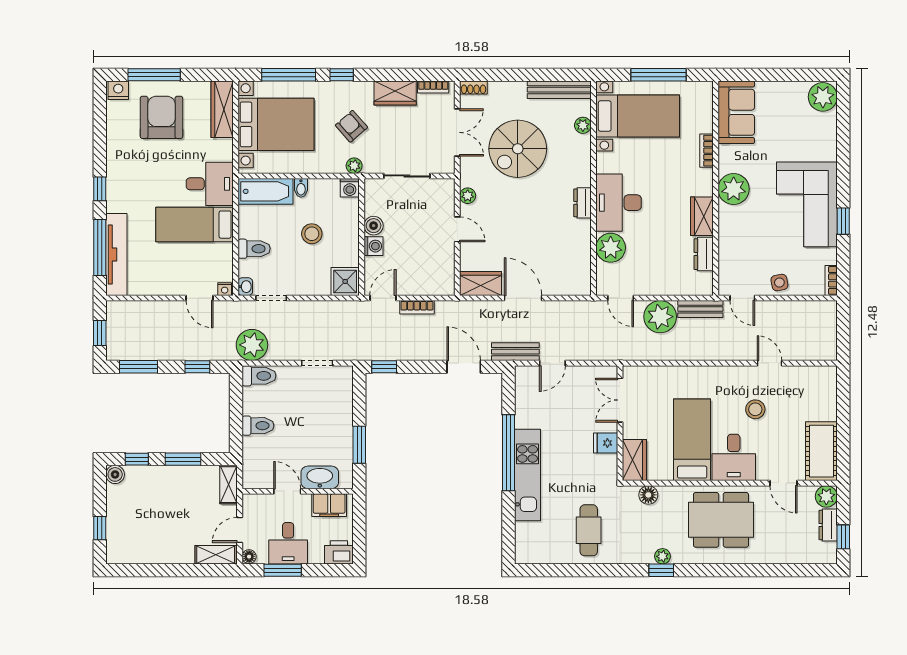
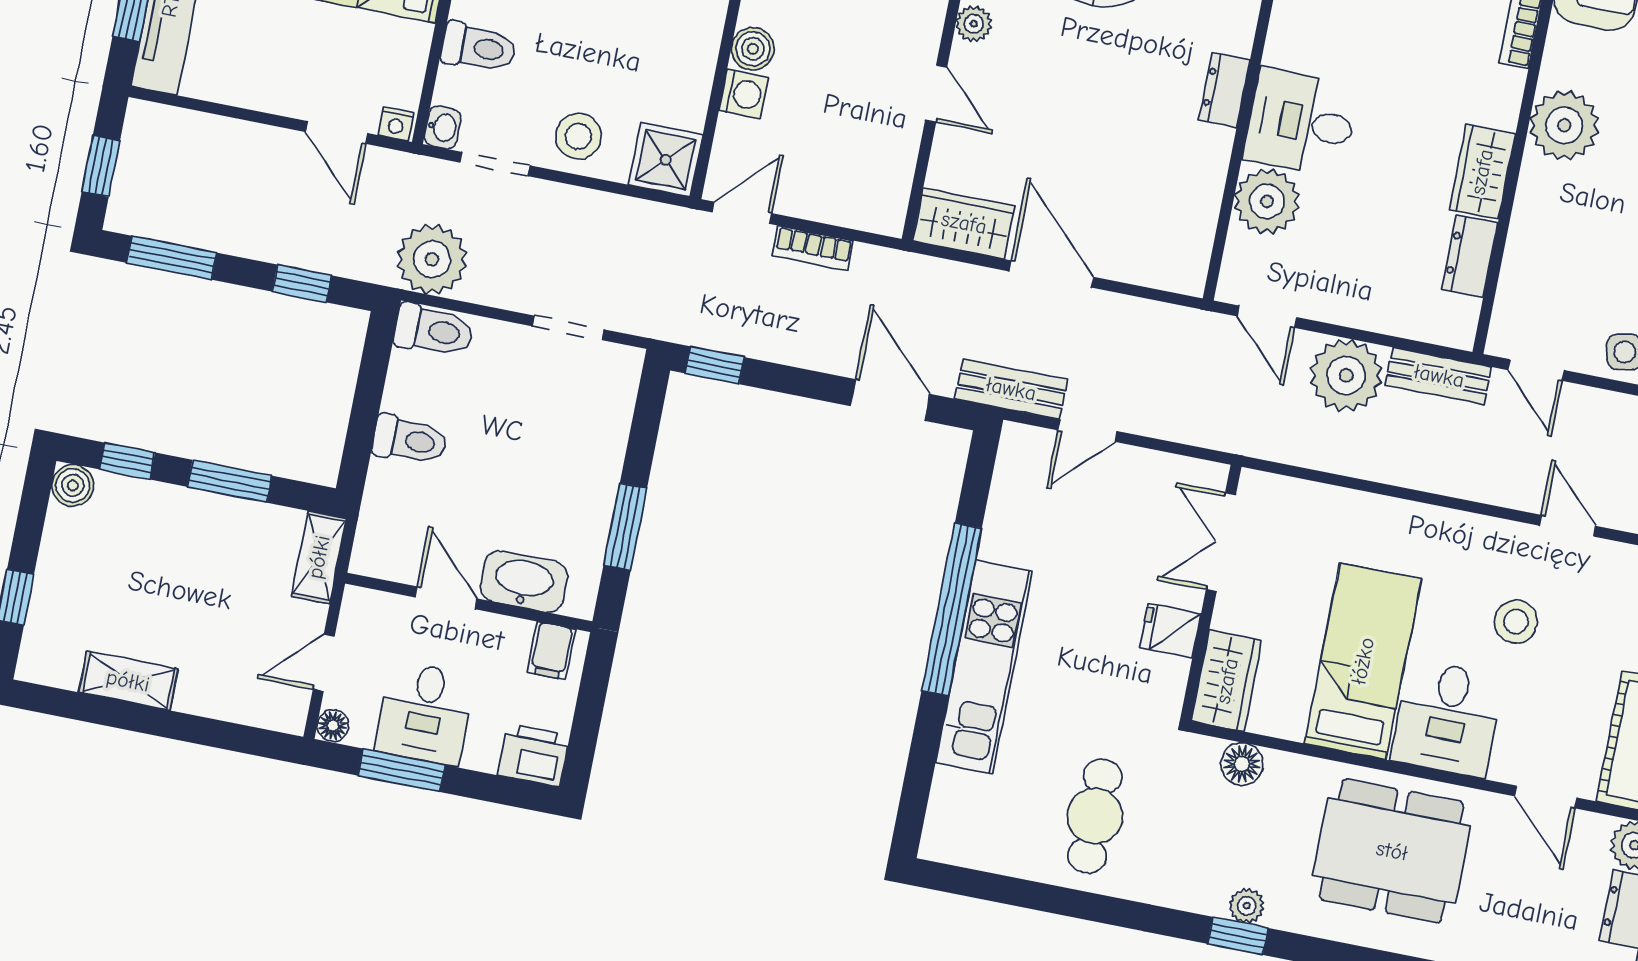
desk: (619, 203) -> (1301, 122), width x0.73
stool: (312, 234) -> (578, 136), moved
filing cabinet: (329, 505) -> (551, 651), width x0.50
shelving: (216, 555) -> (128, 681), moved

